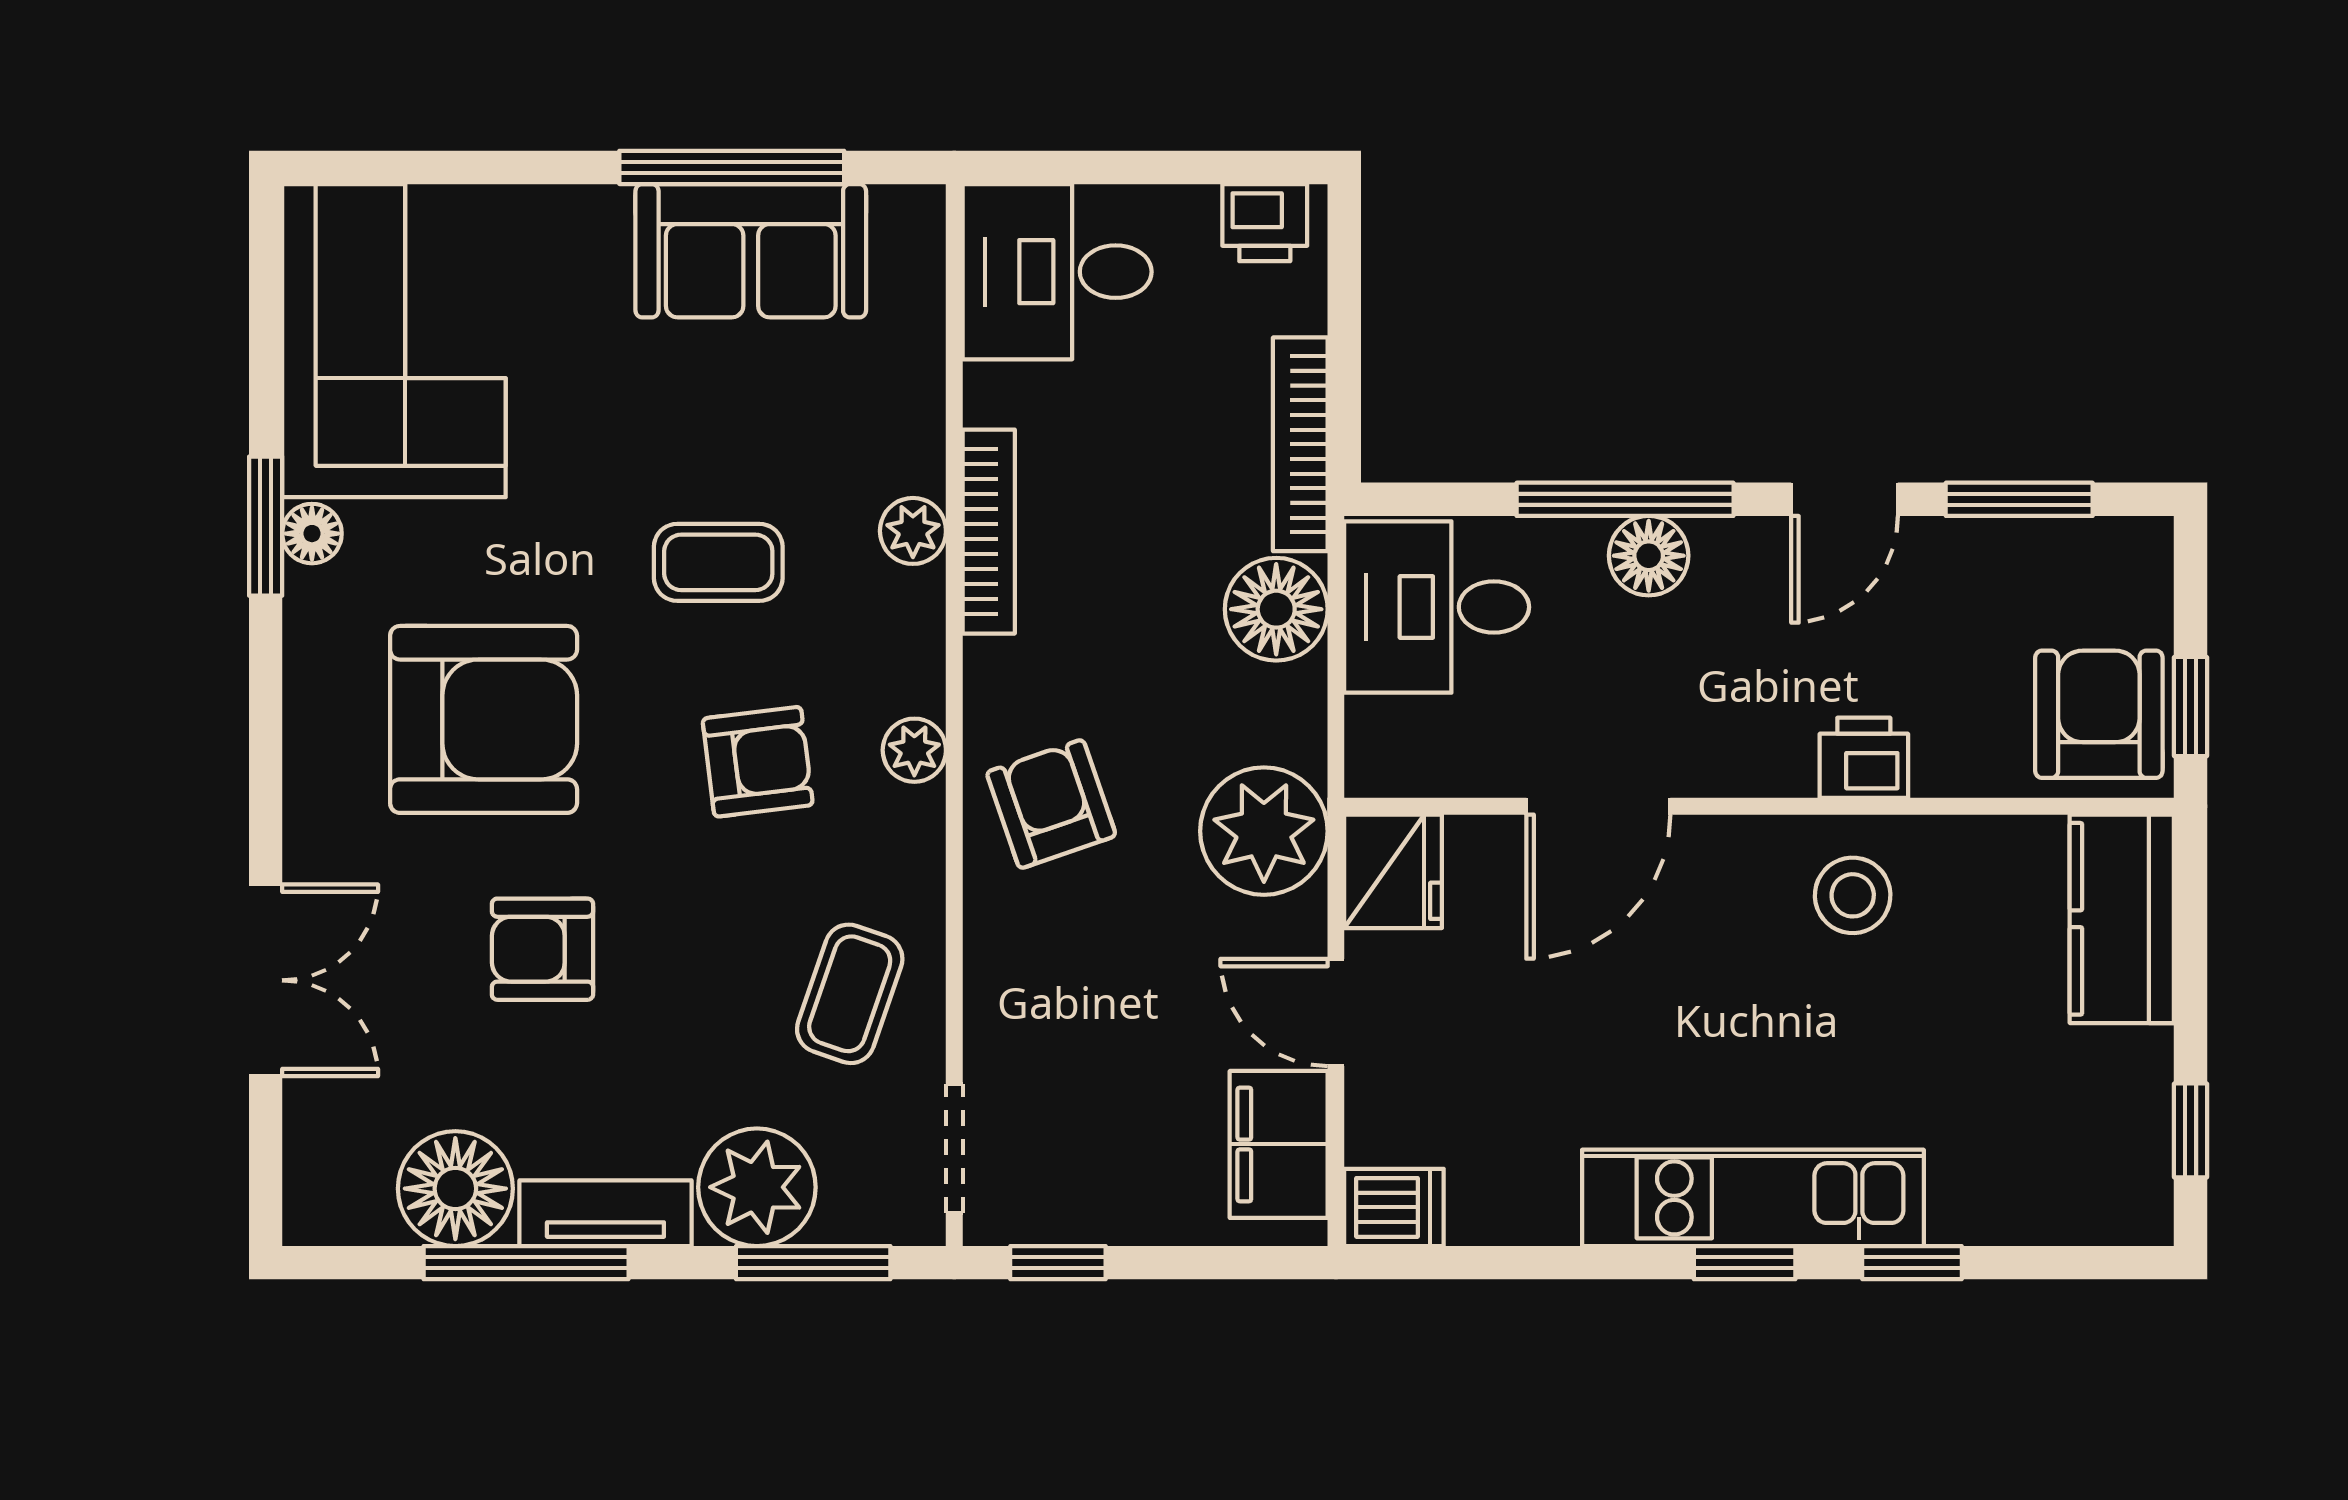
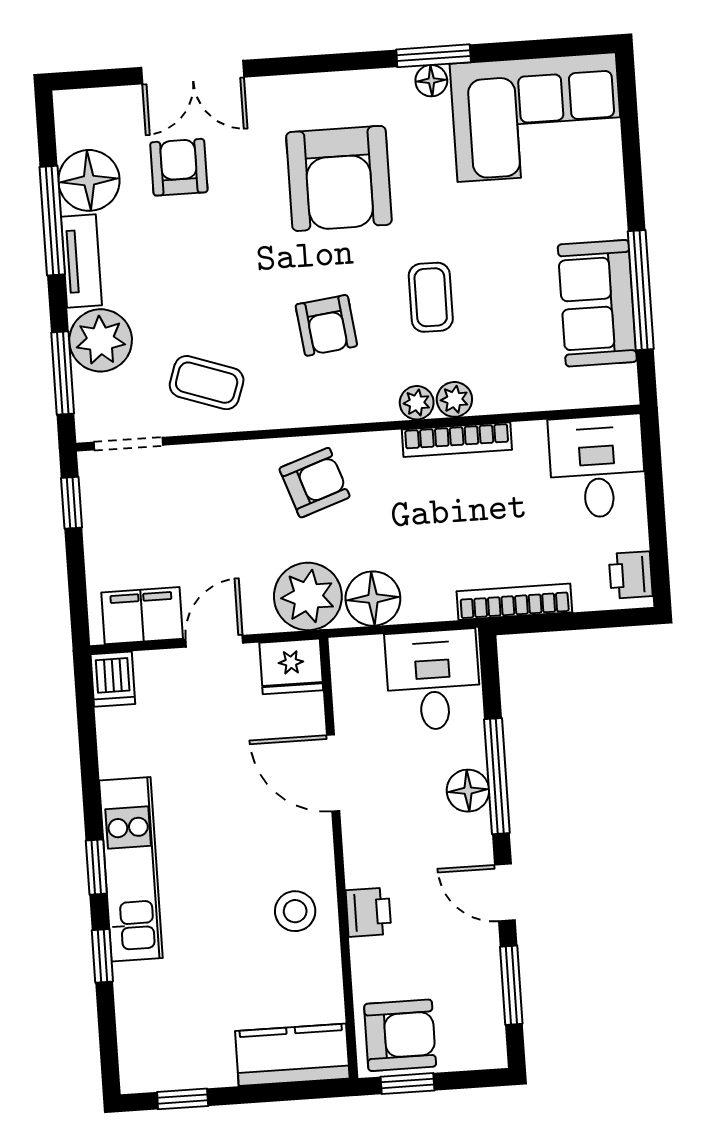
floor lamp: (1276, 609) -> (373, 599), moved
plant: (914, 750) -> (417, 403), moved
armchair: (542, 949) -> (179, 167), moved

